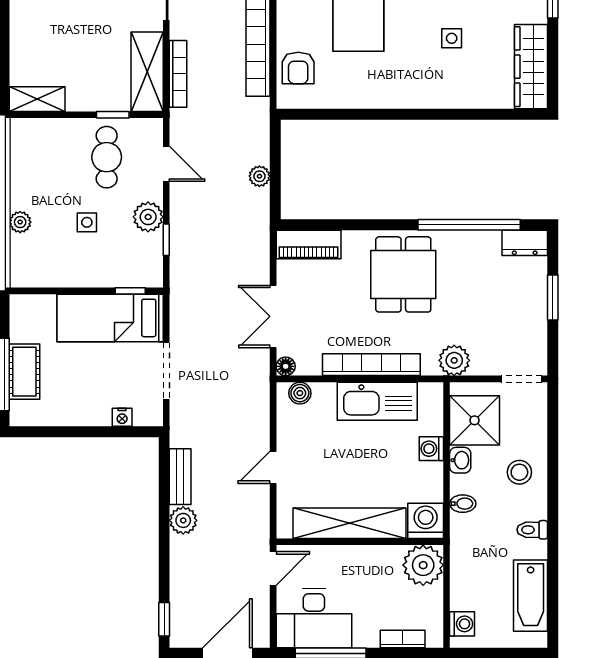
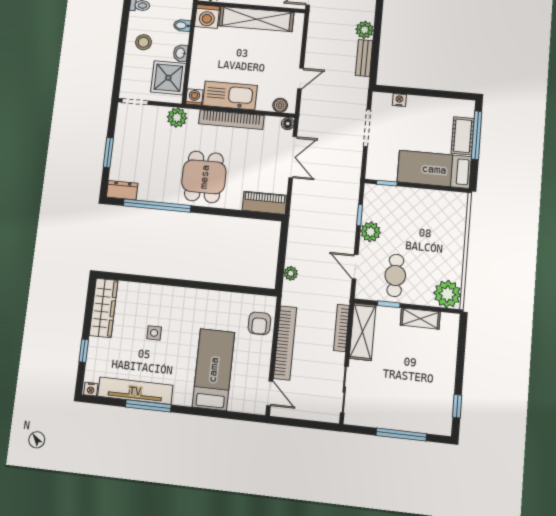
armchair: (298, 68) -> (259, 323), turned 180
shelving: (37, 99) -> (420, 319), moved
plant: (259, 176) -> (291, 273), moved
plant: (20, 222) -> (447, 294), moved, width x1.88, depth x1.88
side table: (87, 222) -> (412, 232), removed
bed: (110, 318) -> (434, 169), moved, turned 180
washing machine: (431, 449) -> (194, 97), moved, turned -90
door: (273, 467) -> (301, 78), moved

